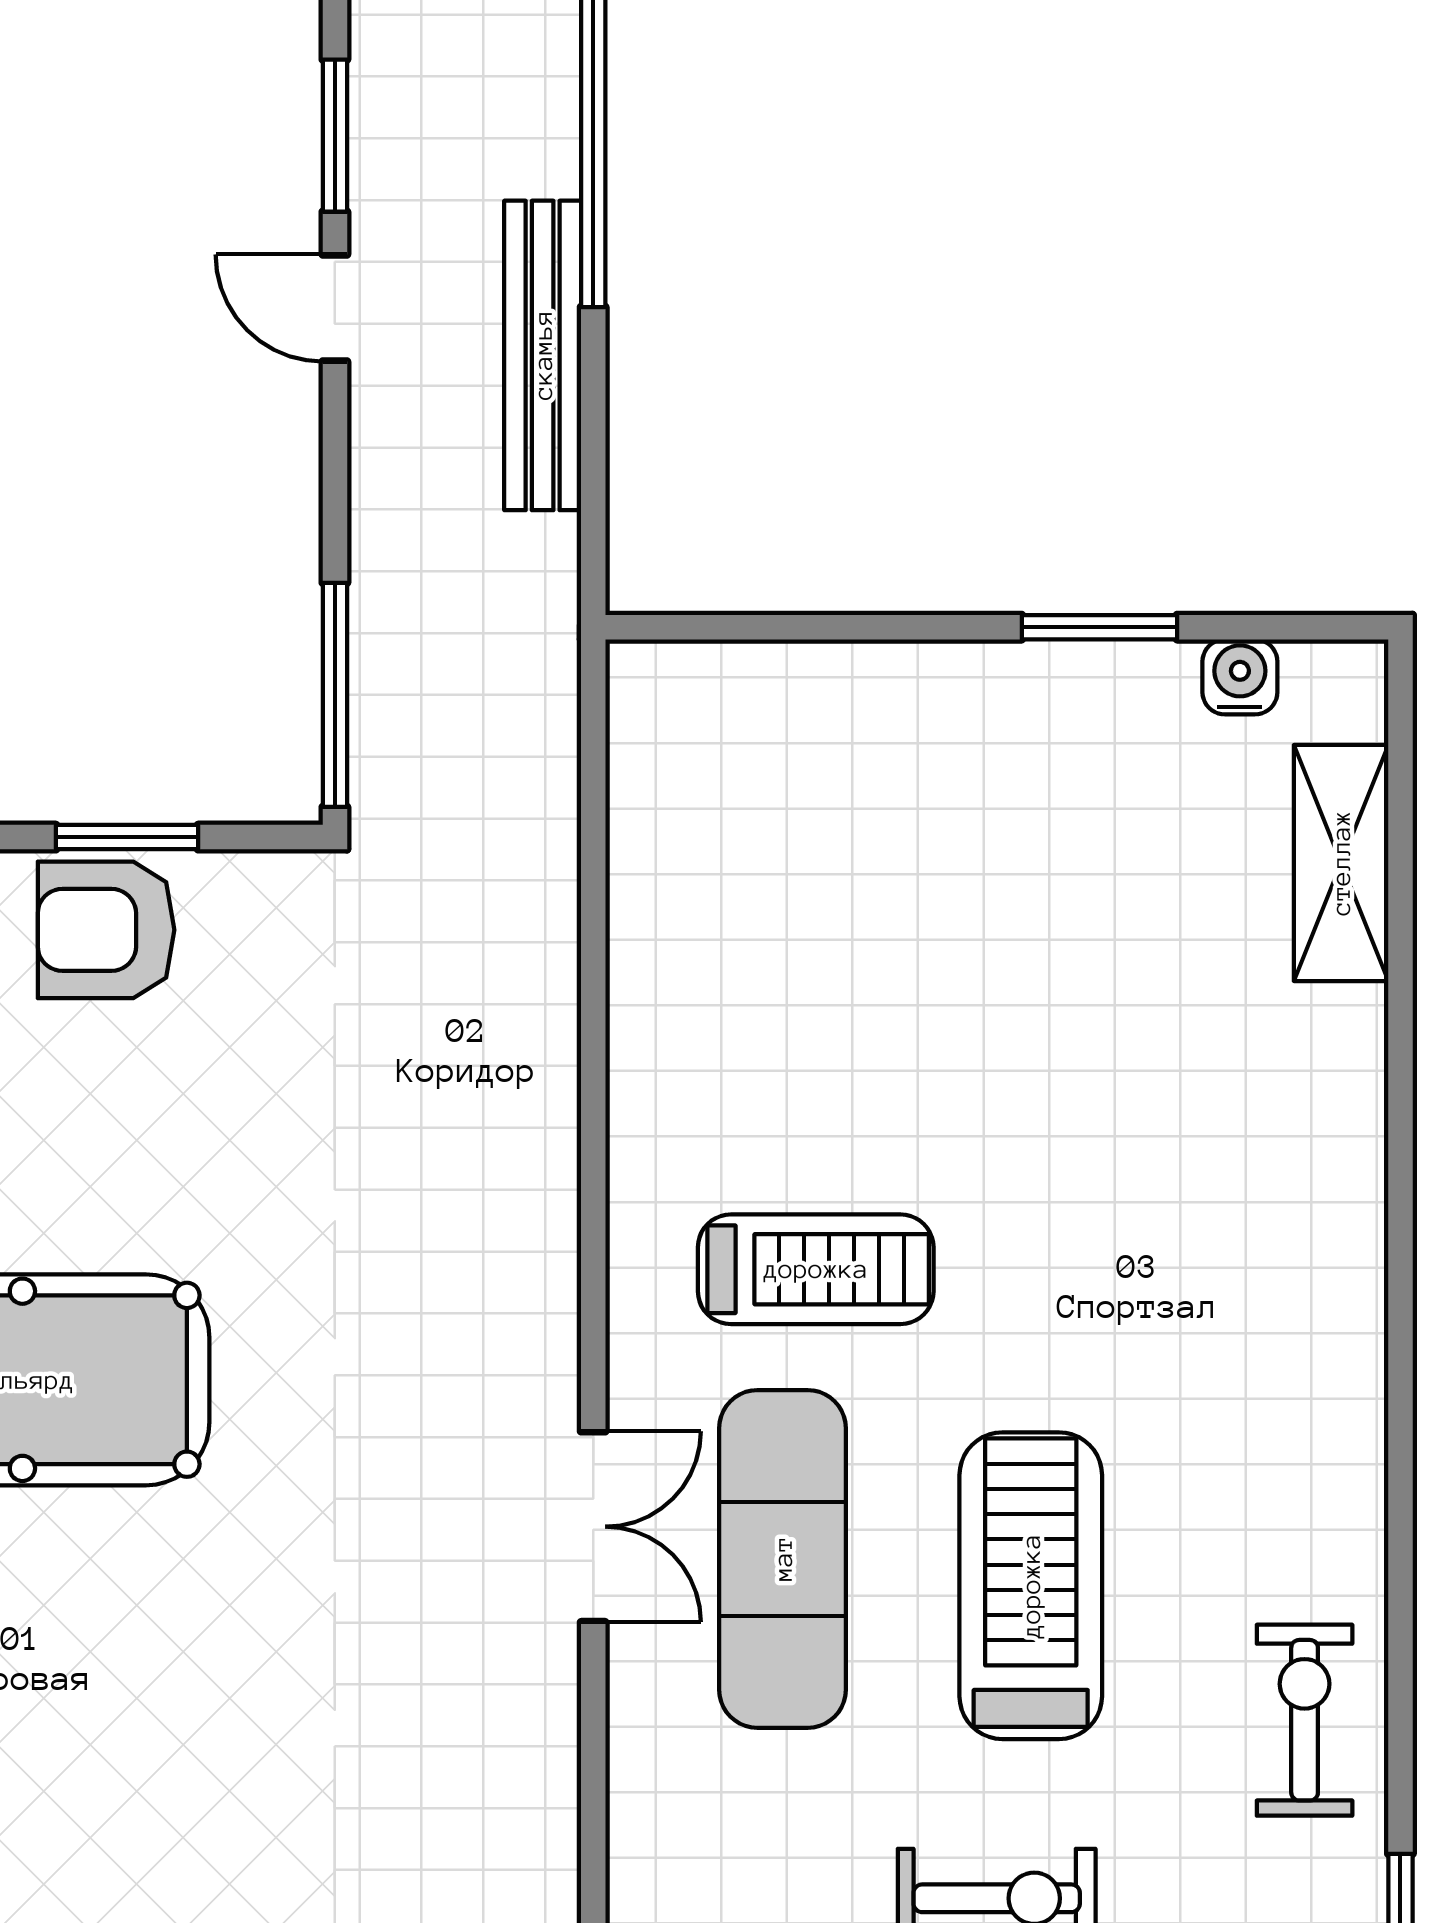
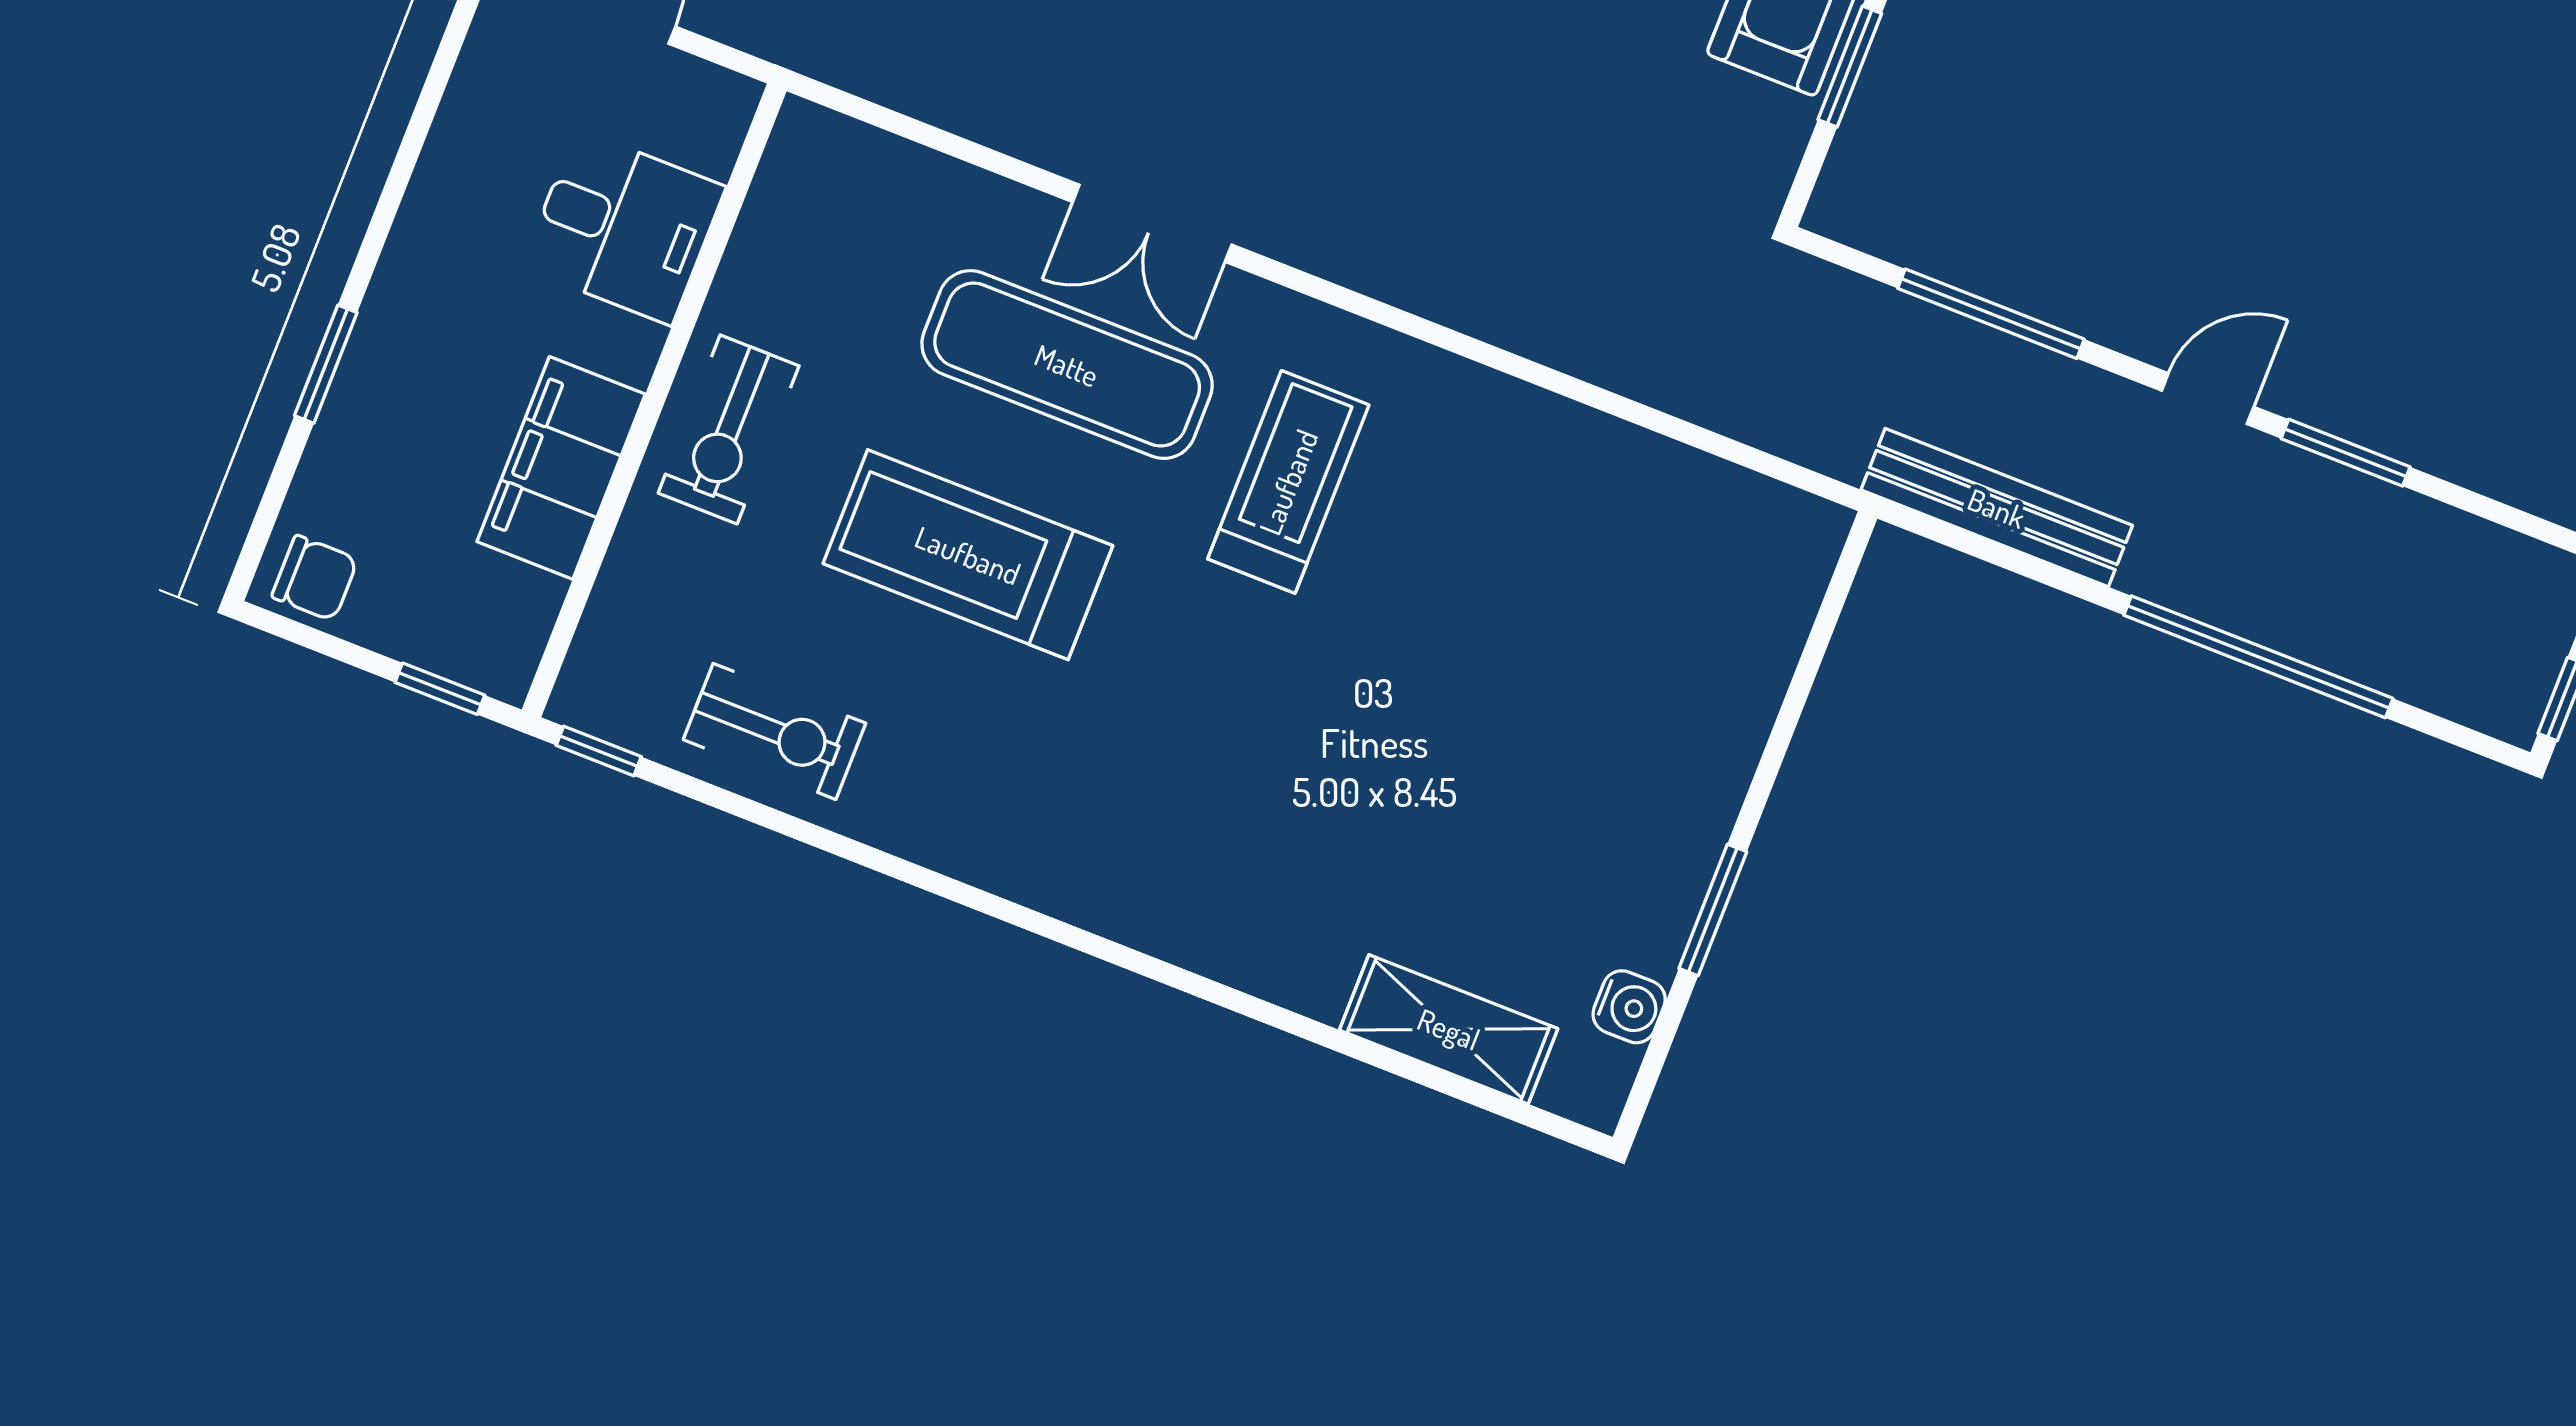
bench: (543, 355) -> (1997, 508), moved
window: (335, 695) -> (1991, 314), moved
treadmill: (816, 1269) -> (1288, 482), turned 180
treadmill: (1031, 1586) -> (968, 555), turned 180

